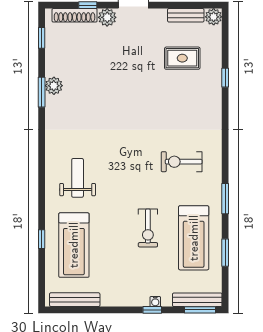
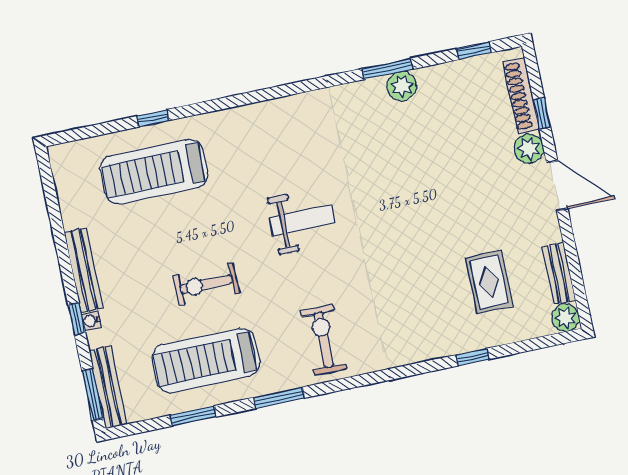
exercise bike: (182, 162) -> (324, 340), moved
weight bench: (78, 178) -> (302, 220), moved
bench: (75, 300) -> (84, 270), moved

